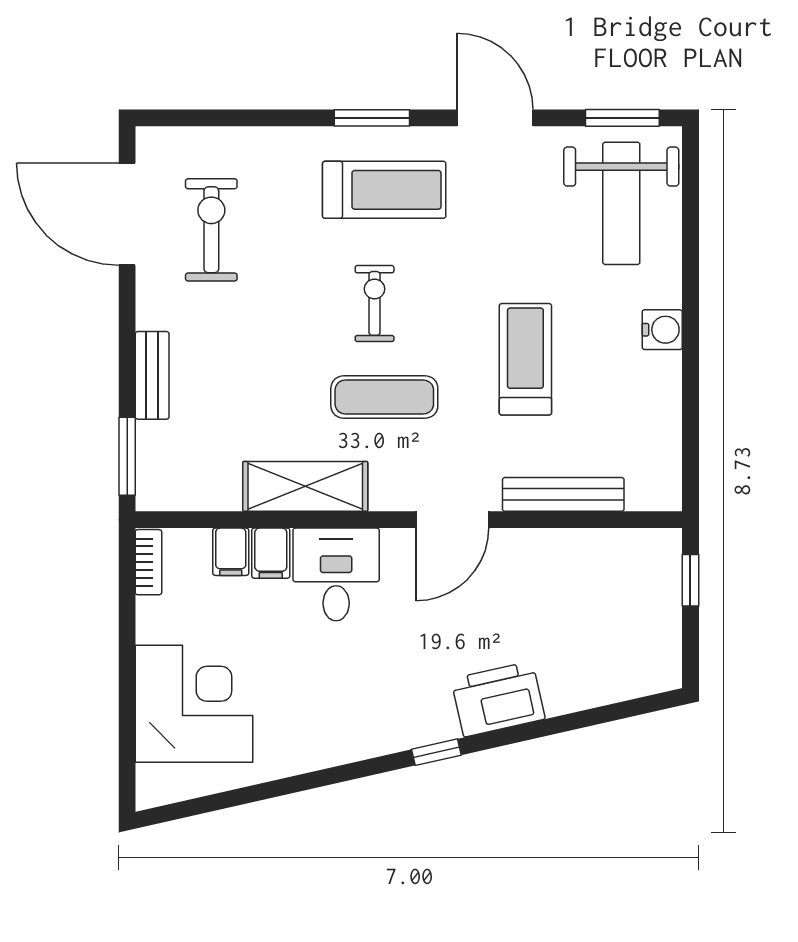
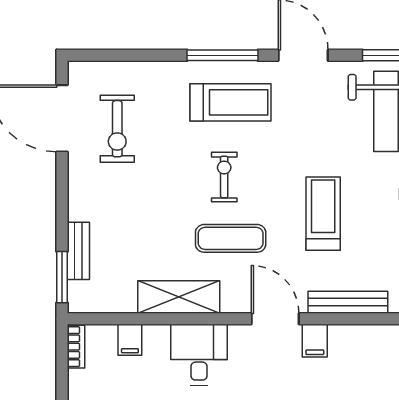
window: (372, 118) -> (222, 55), width x1.44
exercise bike: (211, 230) -> (117, 129), turned 180
bench: (152, 375) -> (78, 251), moved
door: (452, 520) -> (275, 319), swing flipped
filing cabinet: (271, 553) -> (315, 341), moved

